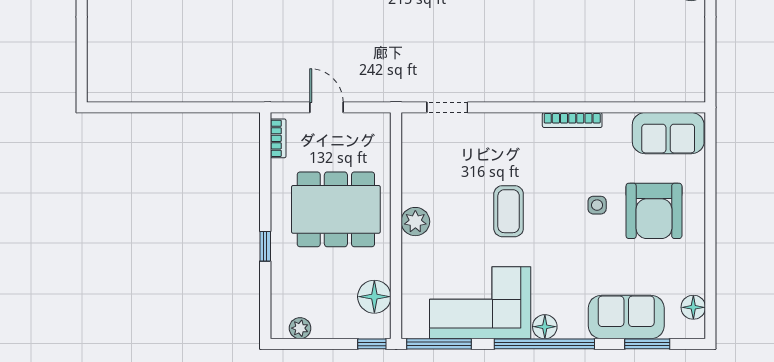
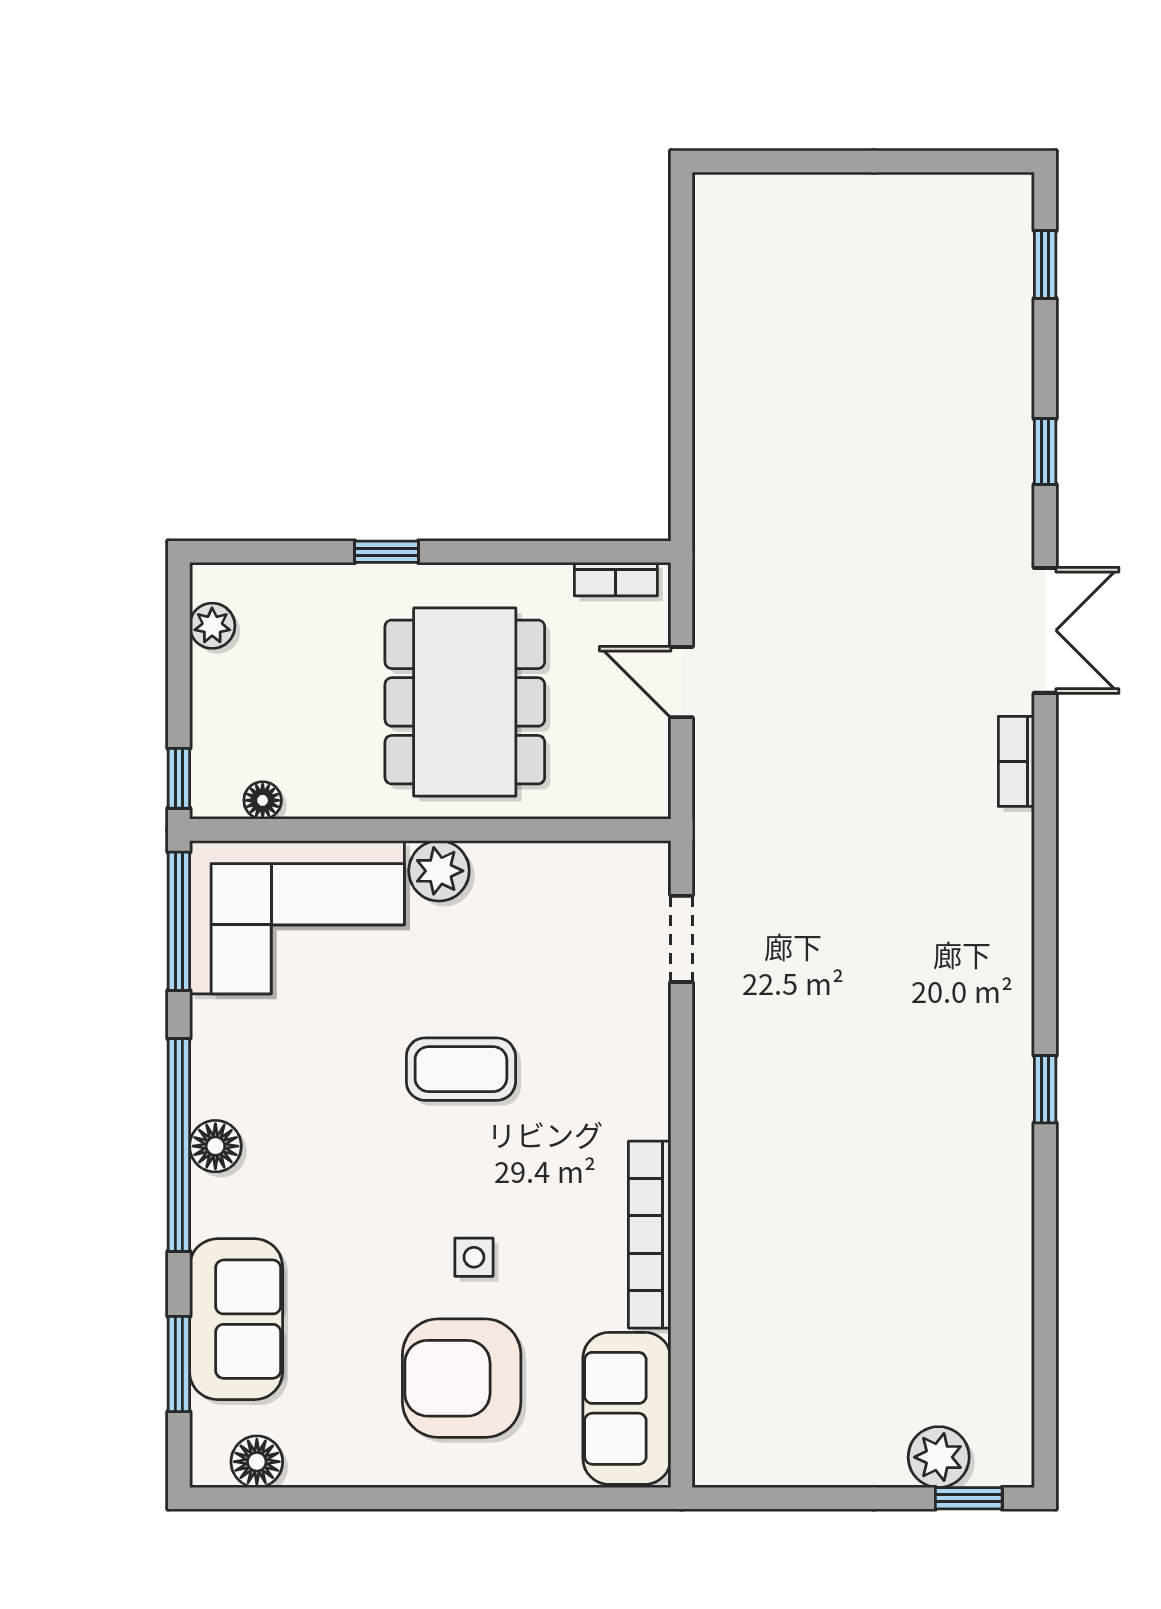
door: (326, 107) -> (682, 682), swing flipped
bookcase: (572, 120) -> (650, 1235), width x1.48, depth x1.31
floor lamp: (374, 297) -> (263, 800), width x0.53, depth x0.53
corner sofa: (480, 303) -> (297, 917), moved, turned 90

